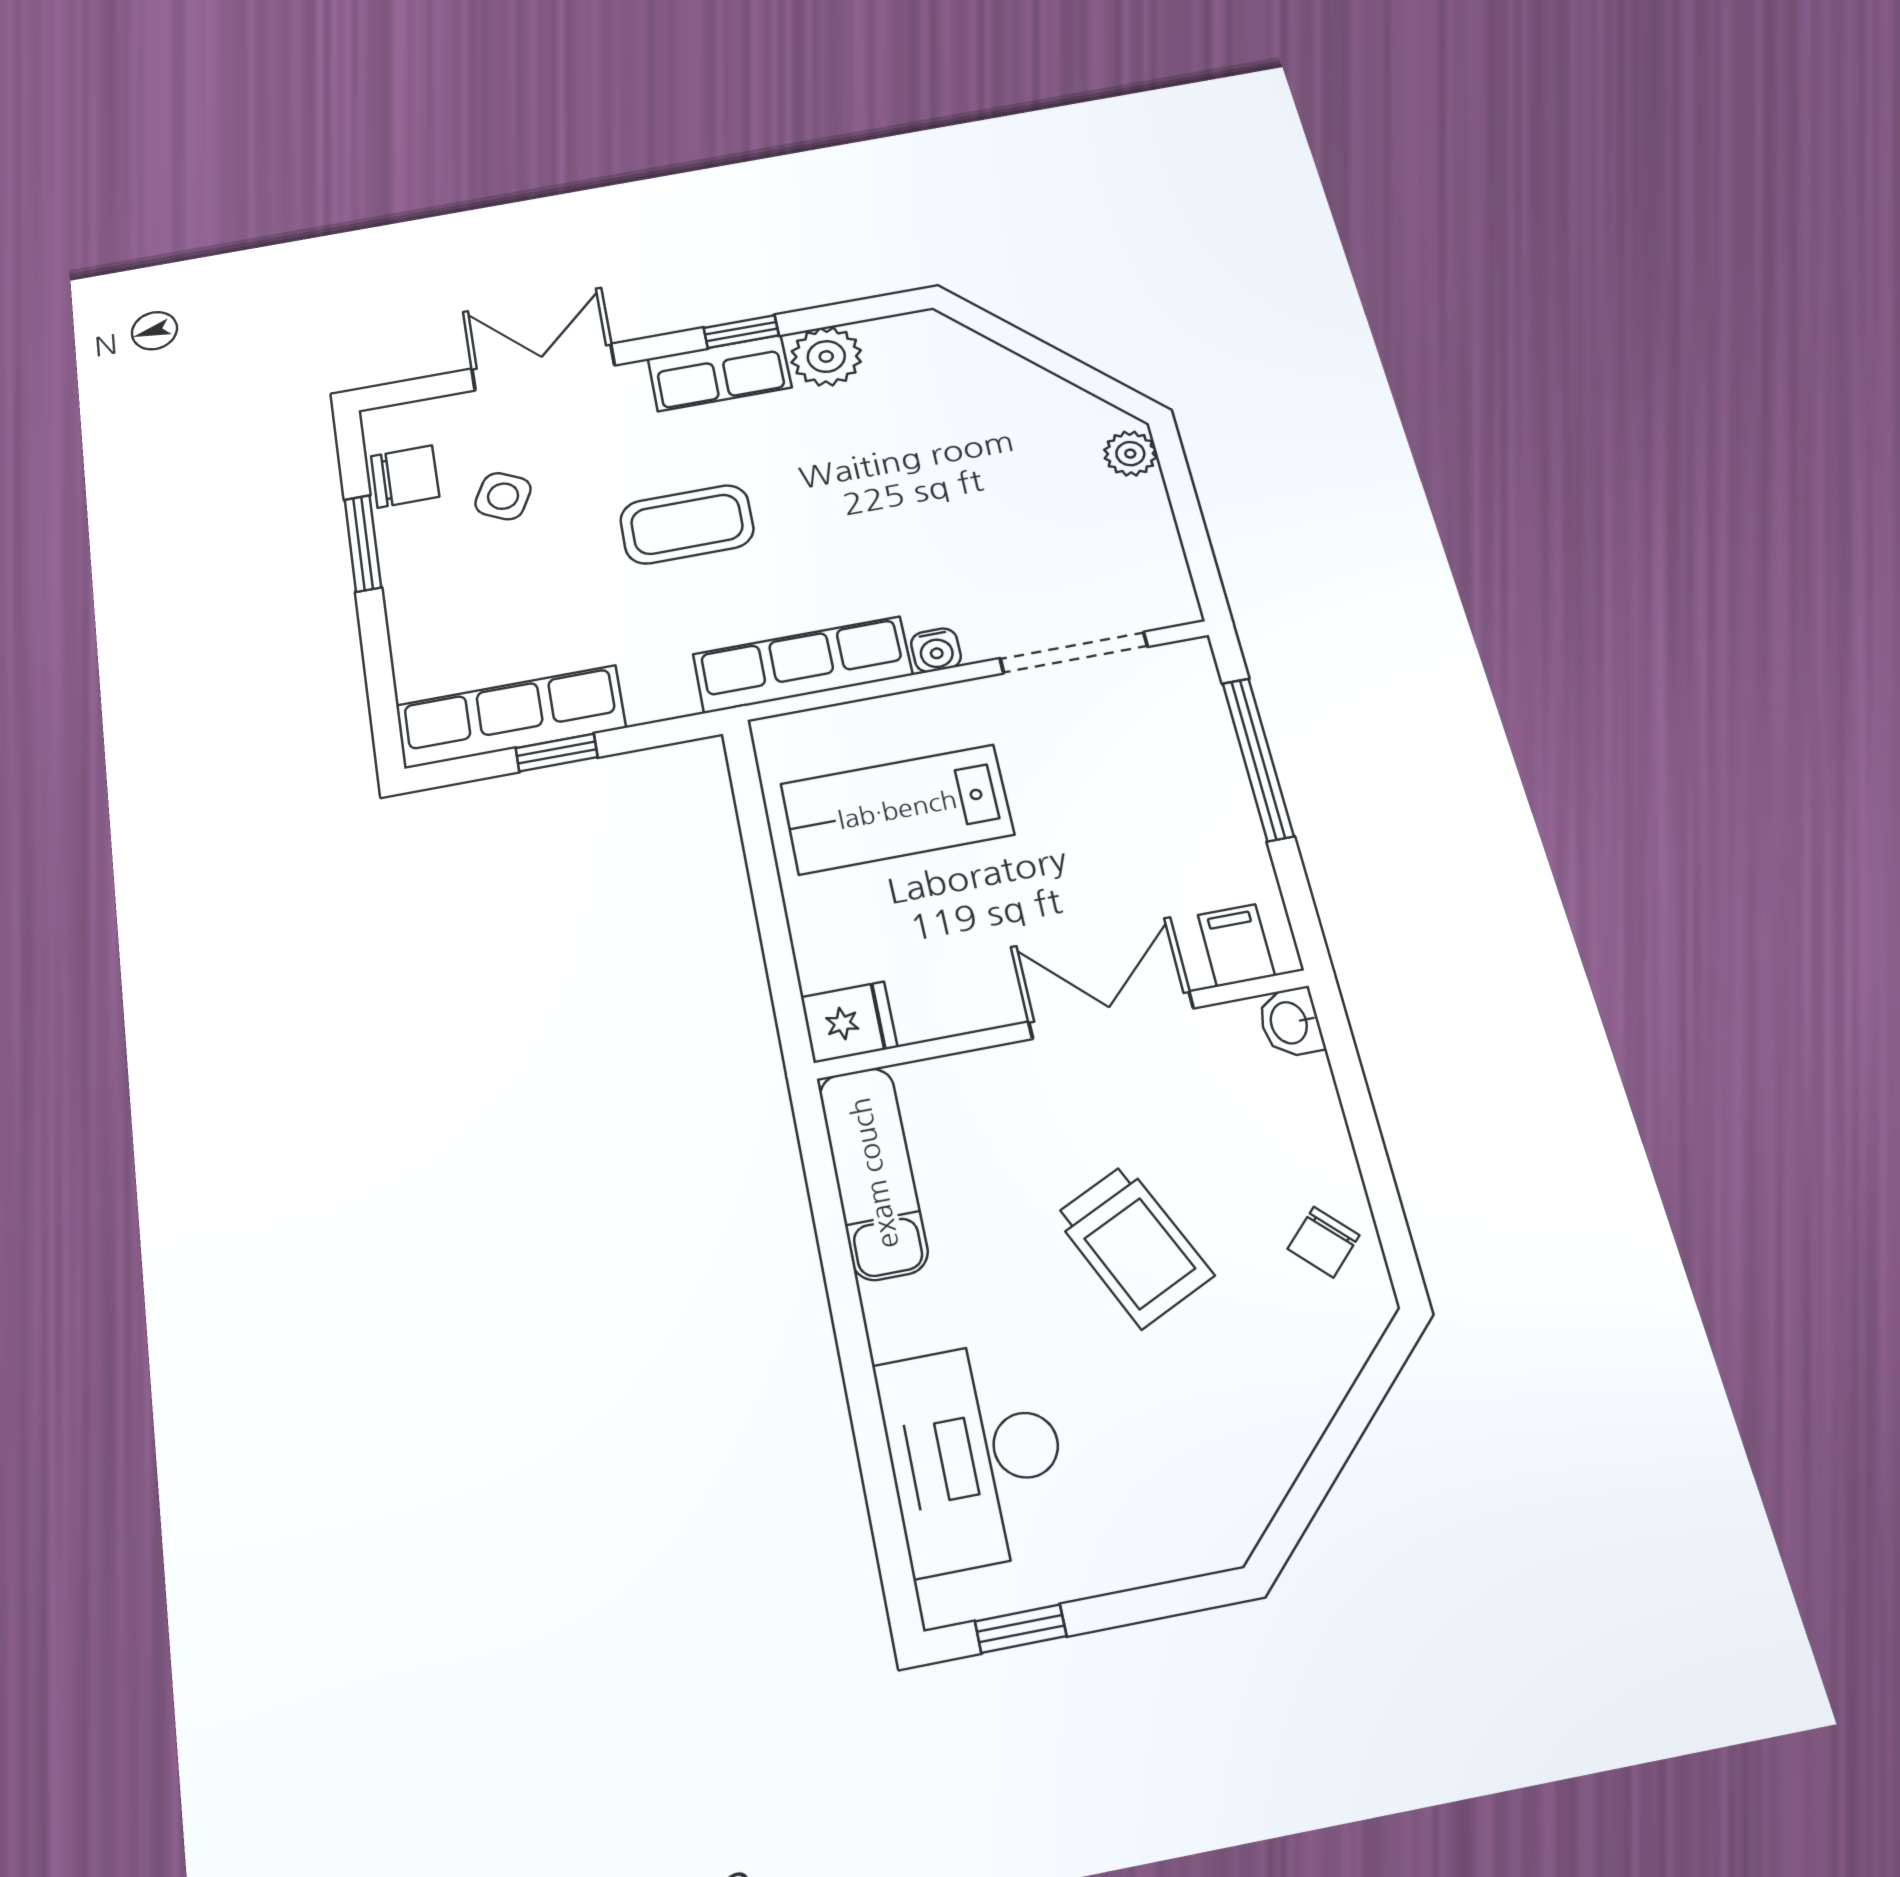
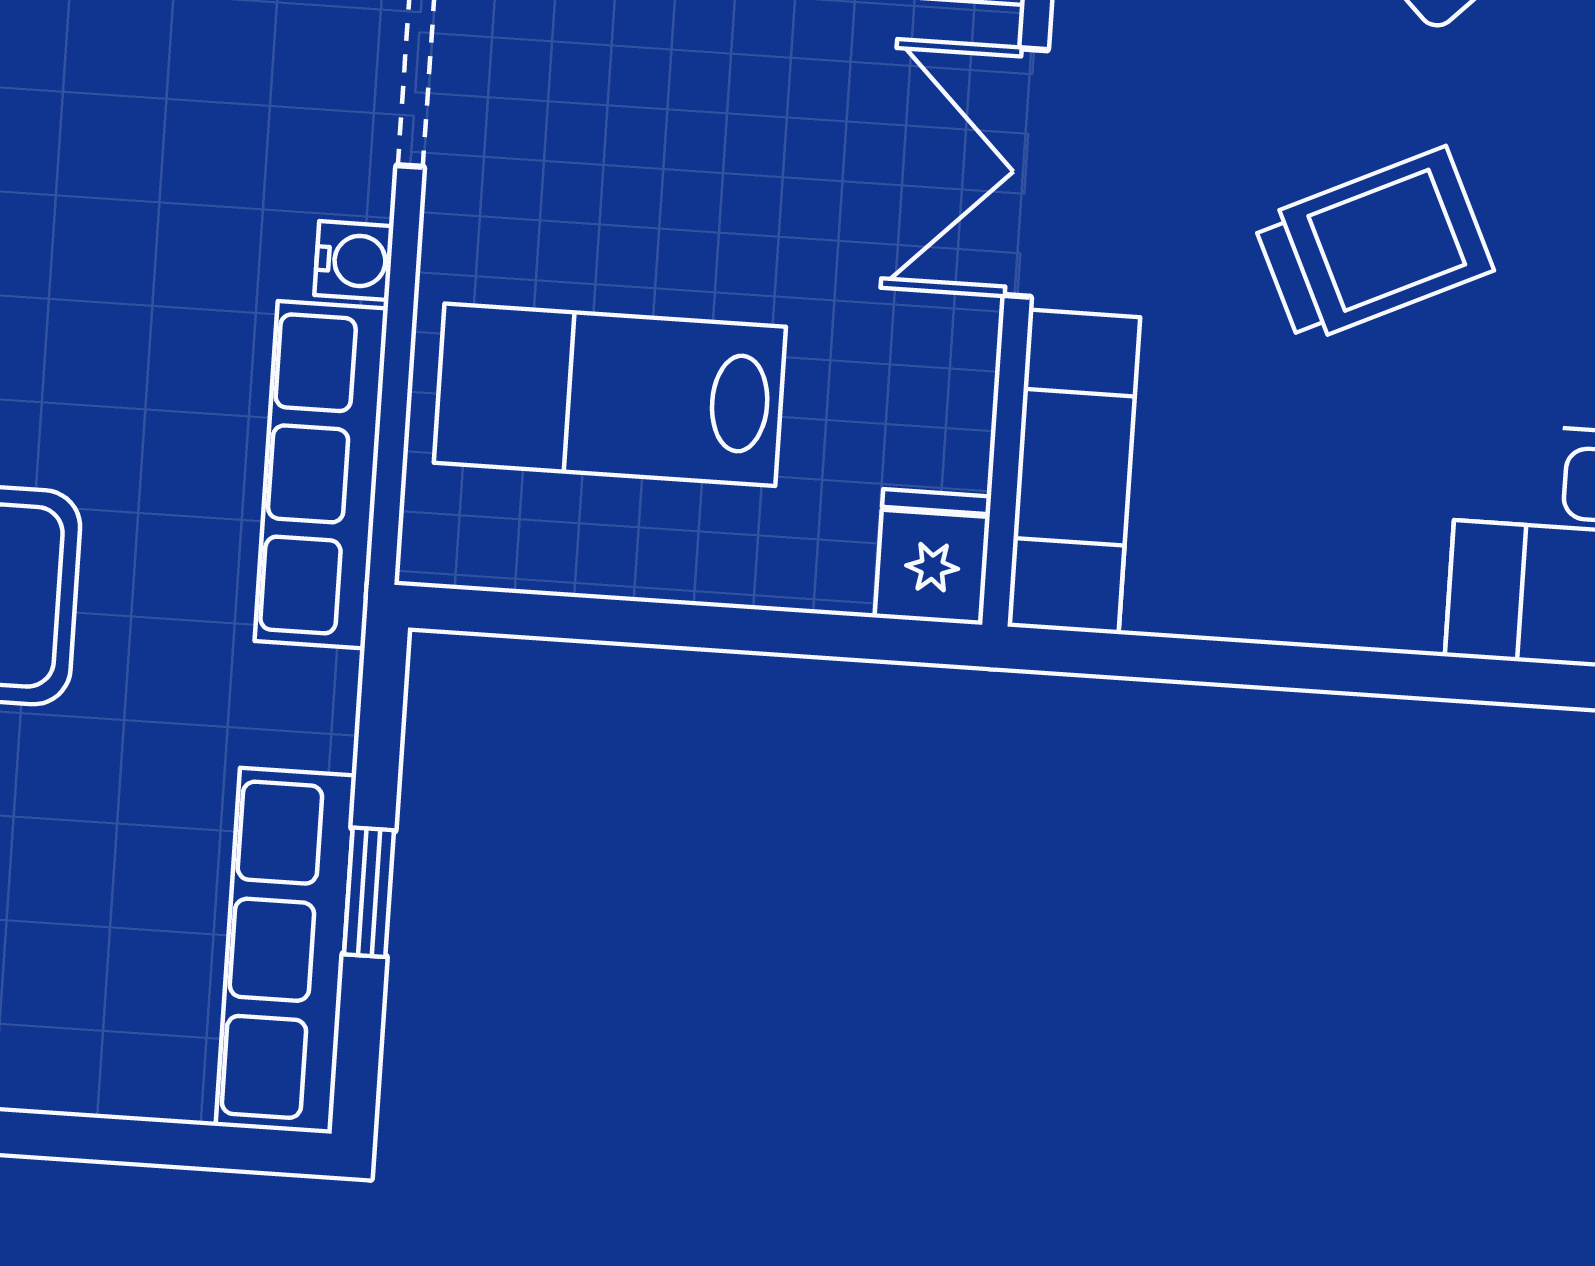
lab bench: (897, 809) -> (610, 395), turned 90
exam couch: (873, 1173) -> (1074, 472), moved, turned 90

